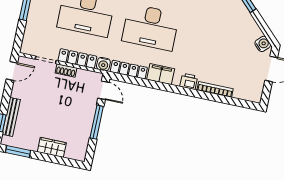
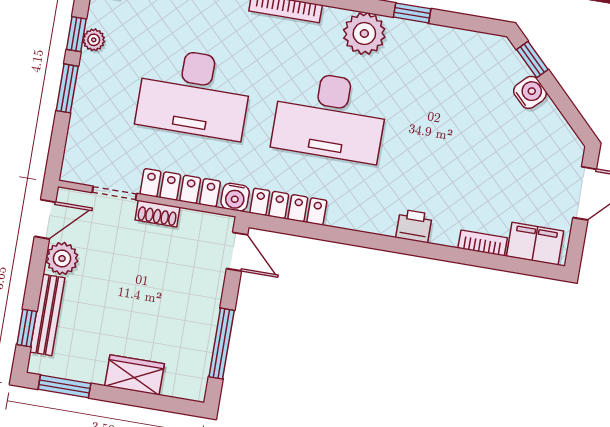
water cooler: (263, 44) -> (530, 92), moved
filing cabinet: (161, 74) -> (535, 244), moved
bookcase: (215, 89) -> (483, 243), width x0.64
plant: (19, 90) -> (62, 258), added
window: (97, 122) -> (222, 344), moved

